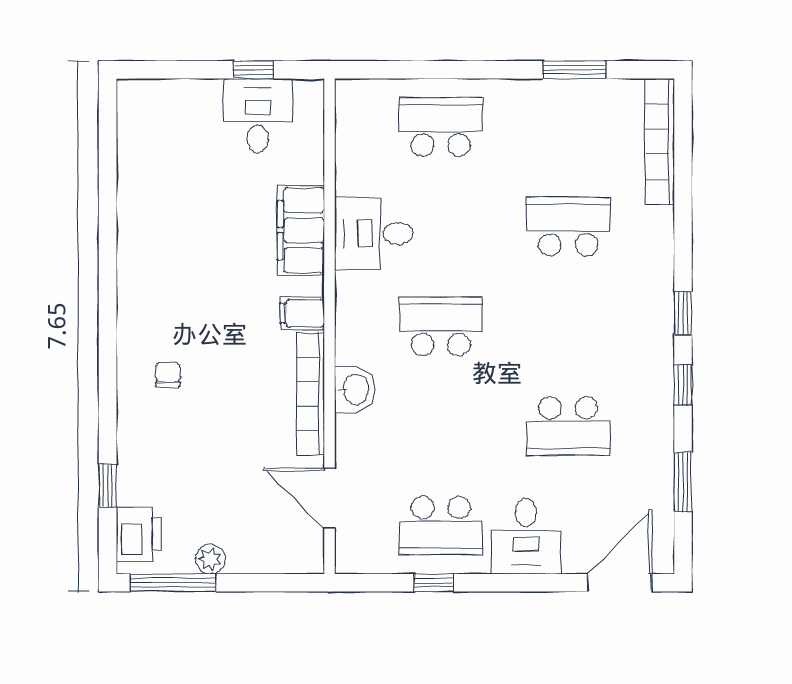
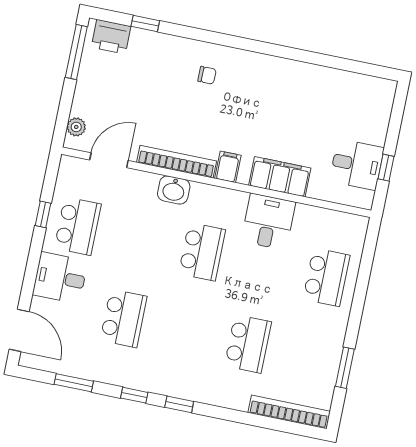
school desk: (568, 426) -> (124, 318), turned 180
school desk: (441, 526) -> (78, 226), turned 180
plant: (210, 559) -> (76, 127), moved

